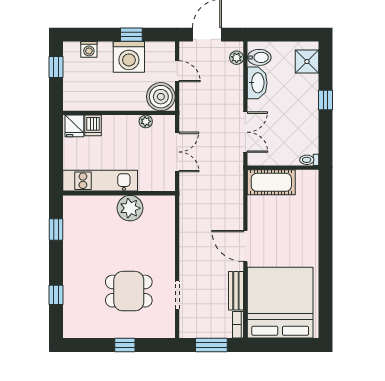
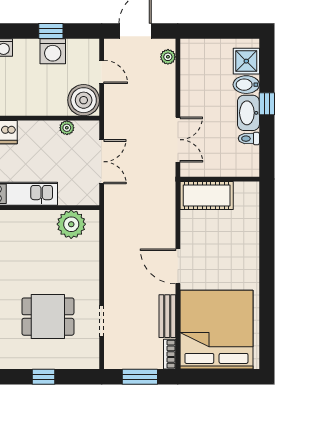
washing machine: (129, 57) -> (53, 51), width x0.73, depth x0.73
bidet: (259, 57) -> (246, 85), moved, turned 180
washbasin: (257, 83) -> (248, 113), moved, turned 180
toilet: (309, 160) -> (249, 139), moved
plant: (130, 208) -> (71, 224), moved

